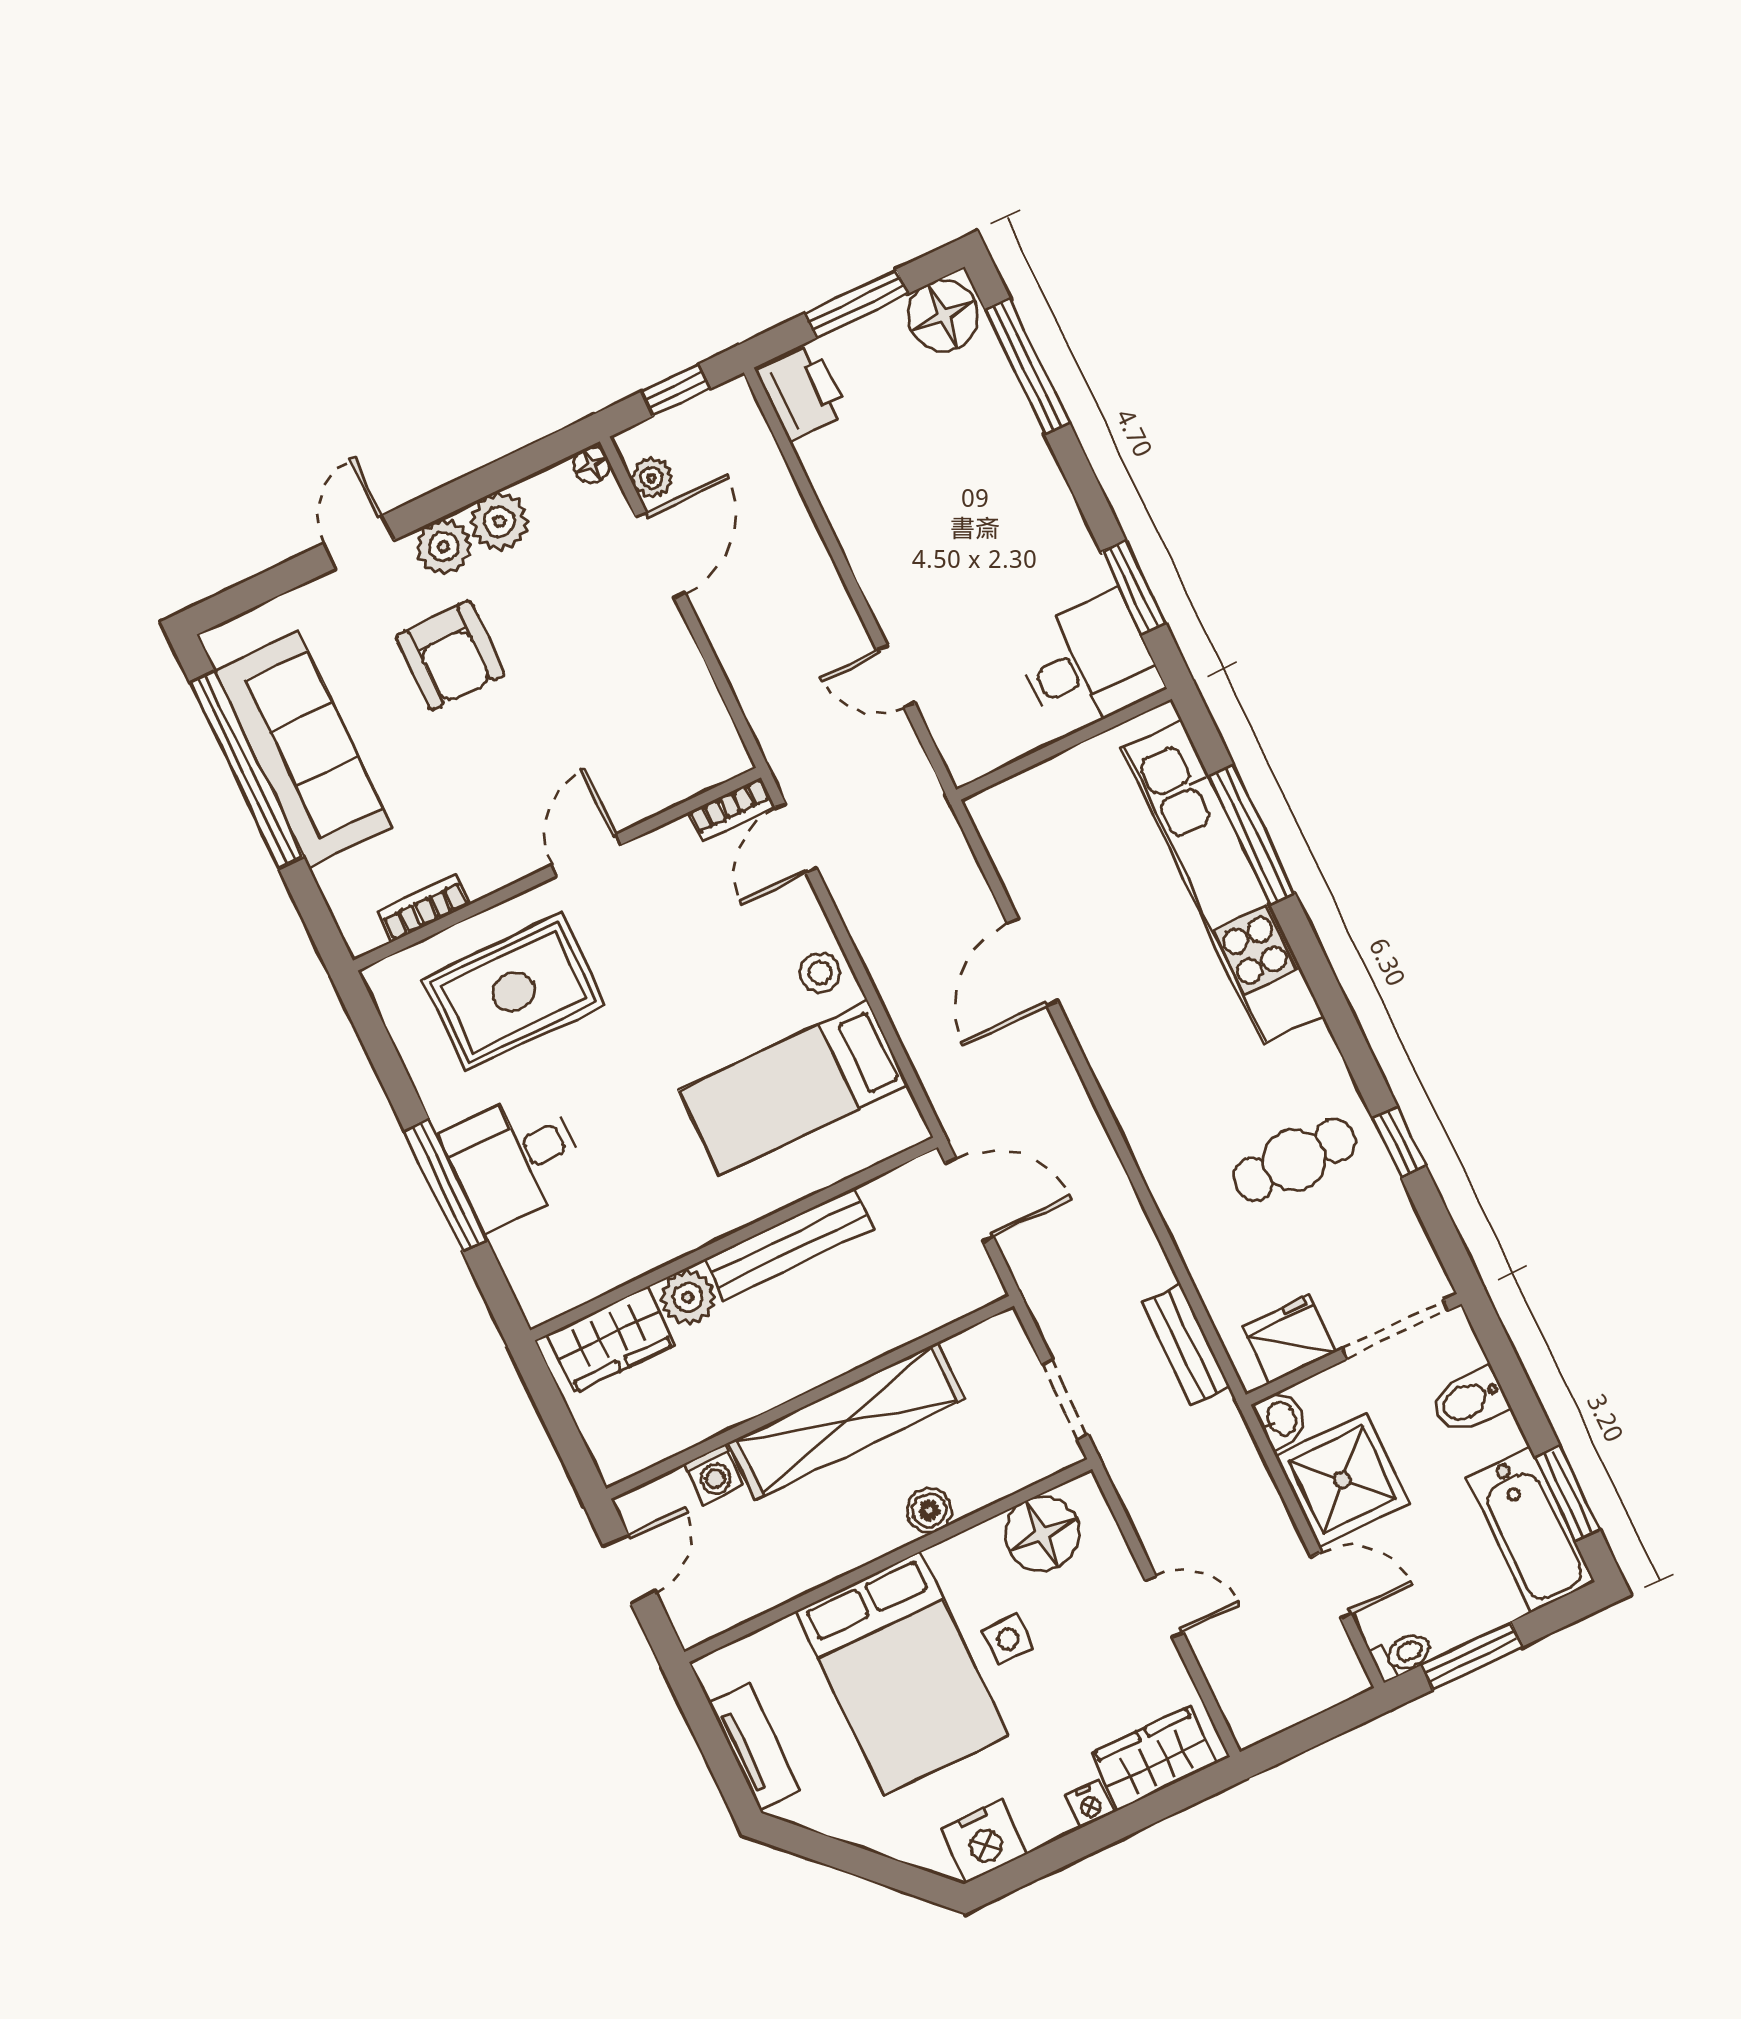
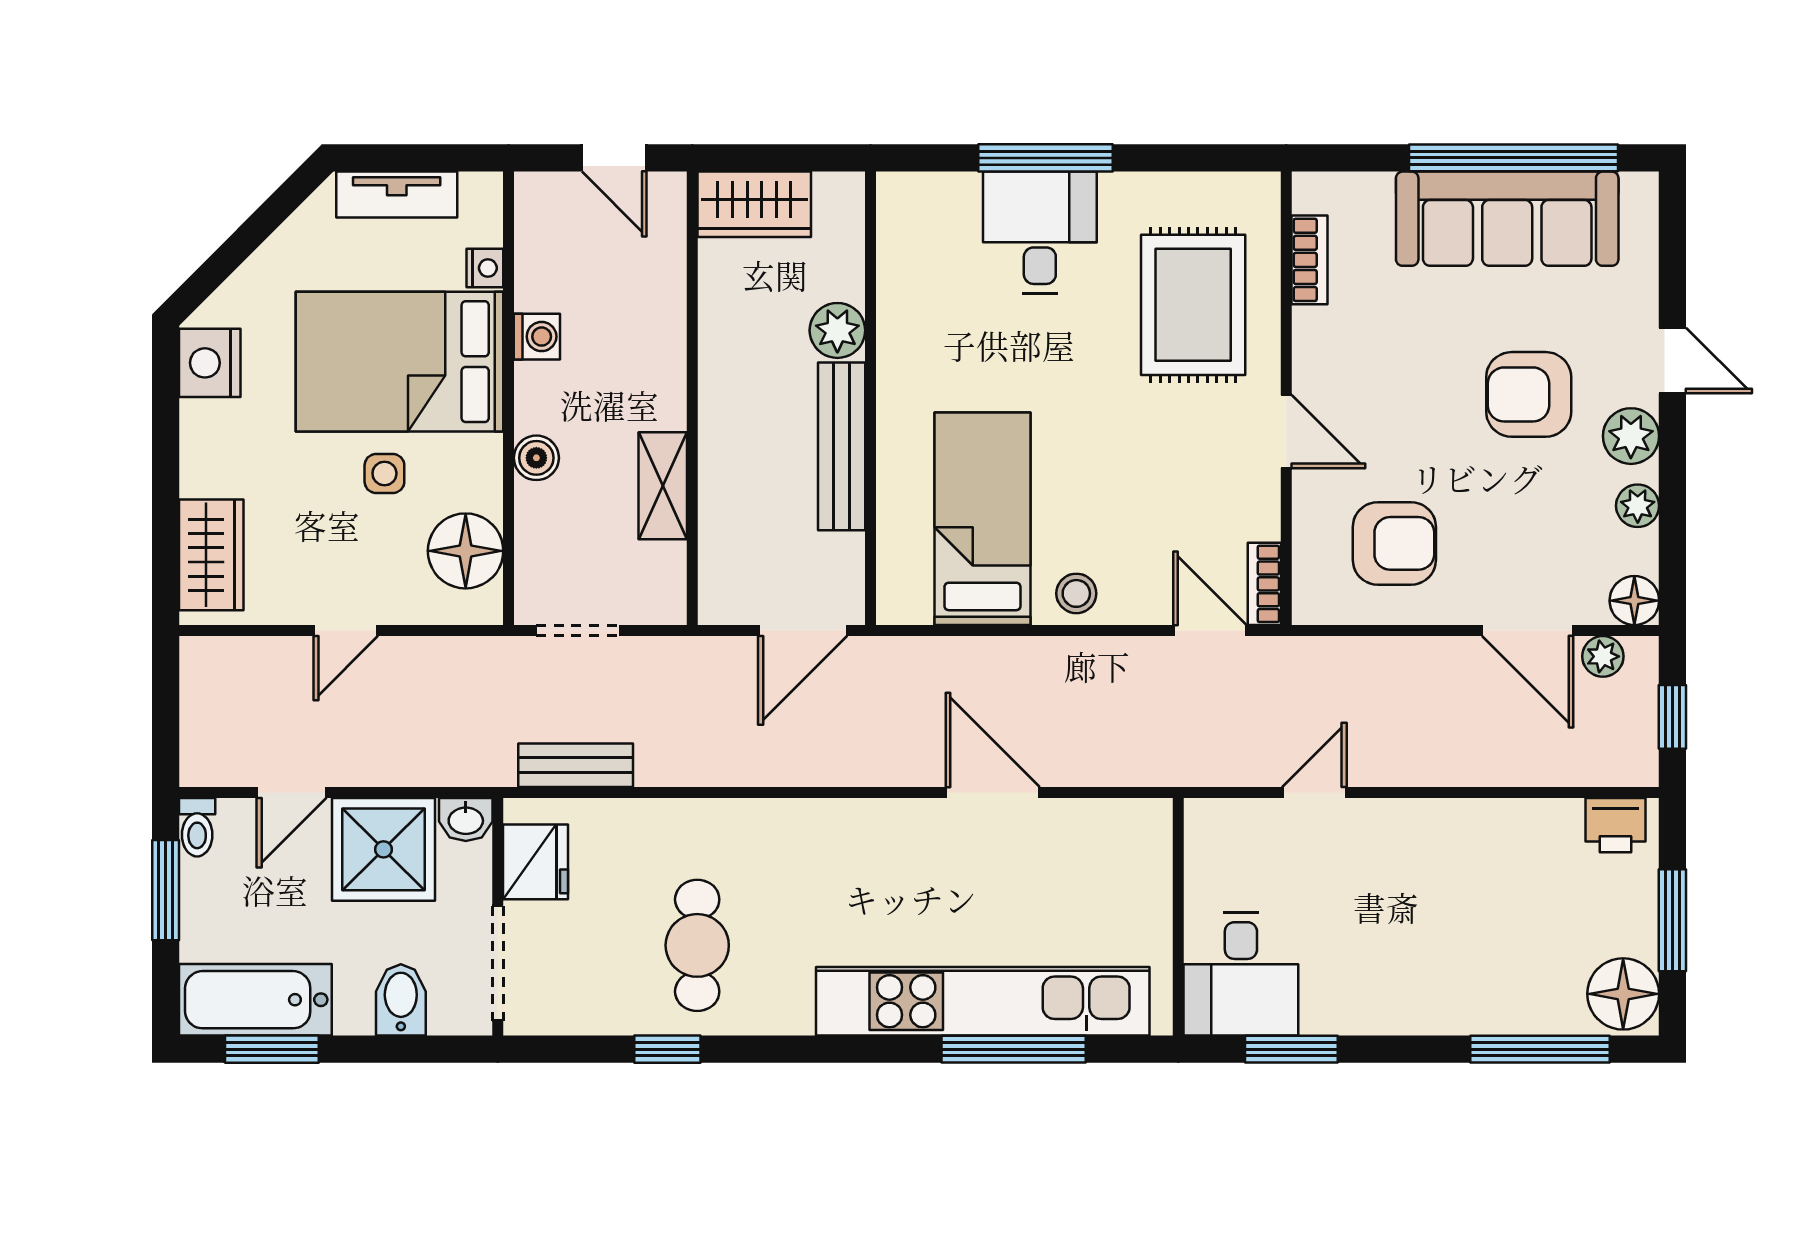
printer: (802, 392) -> (1616, 825), width x0.73, depth x0.81
floor lamp: (592, 465) -> (1634, 601), width x1.37, depth x1.37
plant: (499, 522) -> (1638, 506), width x0.73, depth x0.73
armchair: (640, 711) -> (1394, 543), added
wardrobe: (611, 1340) -> (754, 204), moved, turned -90
shelving: (847, 1421) -> (663, 486), width x0.45, depth x0.75
washing machine: (714, 1475) -> (537, 337), moved, turned 180
nightstand: (1090, 1804) -> (485, 268), moved, turned 180

